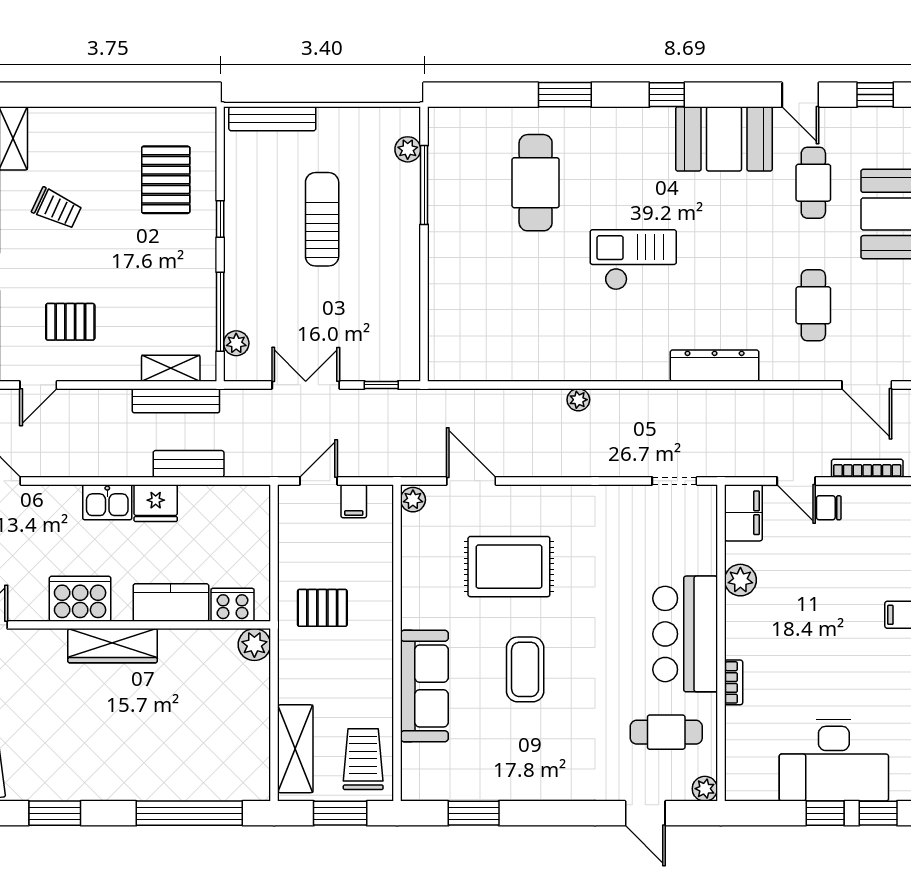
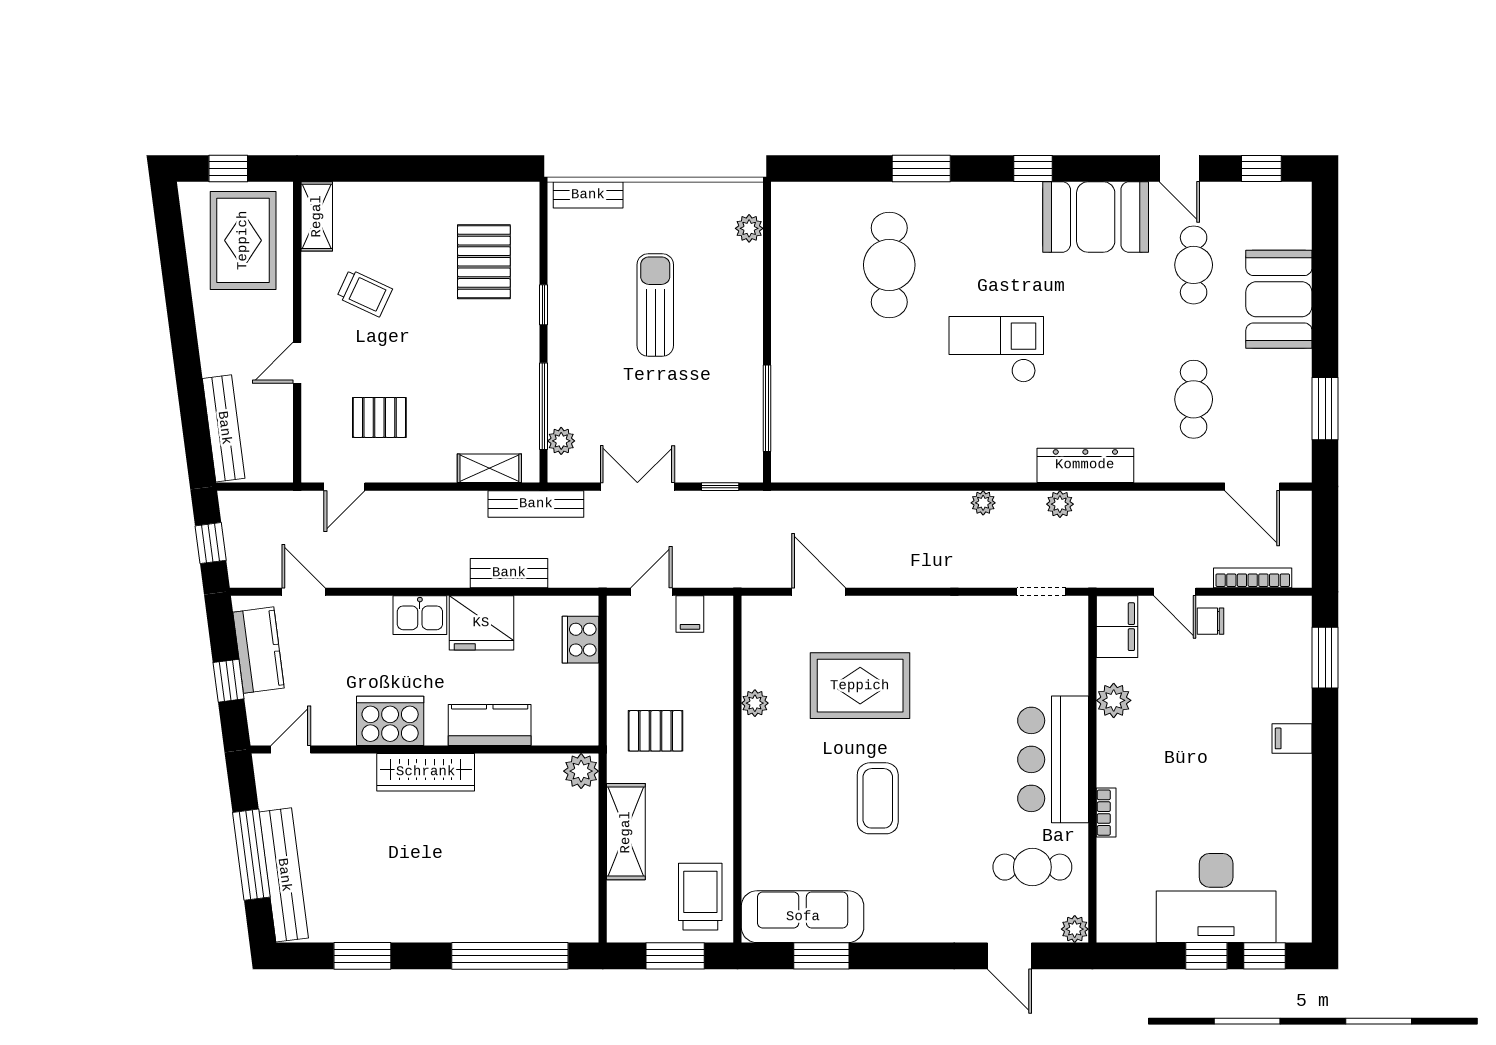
bench: (272, 119) -> (588, 195), width x0.73
window: (424, 185) -> (767, 408), moved
plant: (578, 400) -> (983, 503), moved
bench: (176, 401) -> (536, 504), moved
plant: (691, 401) -> (1060, 504), added
plant: (413, 500) -> (755, 703), moved
fridge: (156, 503) -> (481, 623), width x1.36, depth x1.34
cooker: (233, 605) -> (581, 640), moved, turned -90
sofa: (424, 686) -> (803, 917), moved, turned -90
shelving: (295, 749) -> (626, 832), moved

